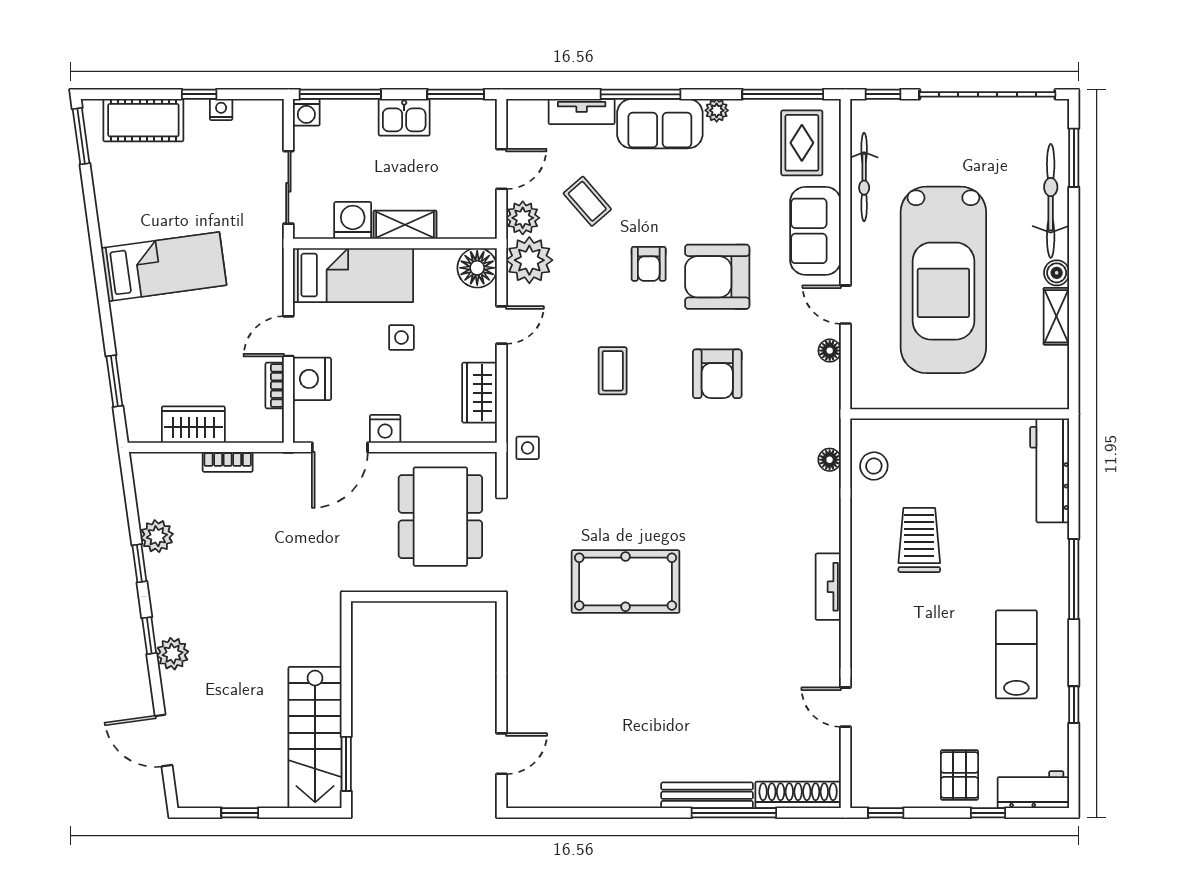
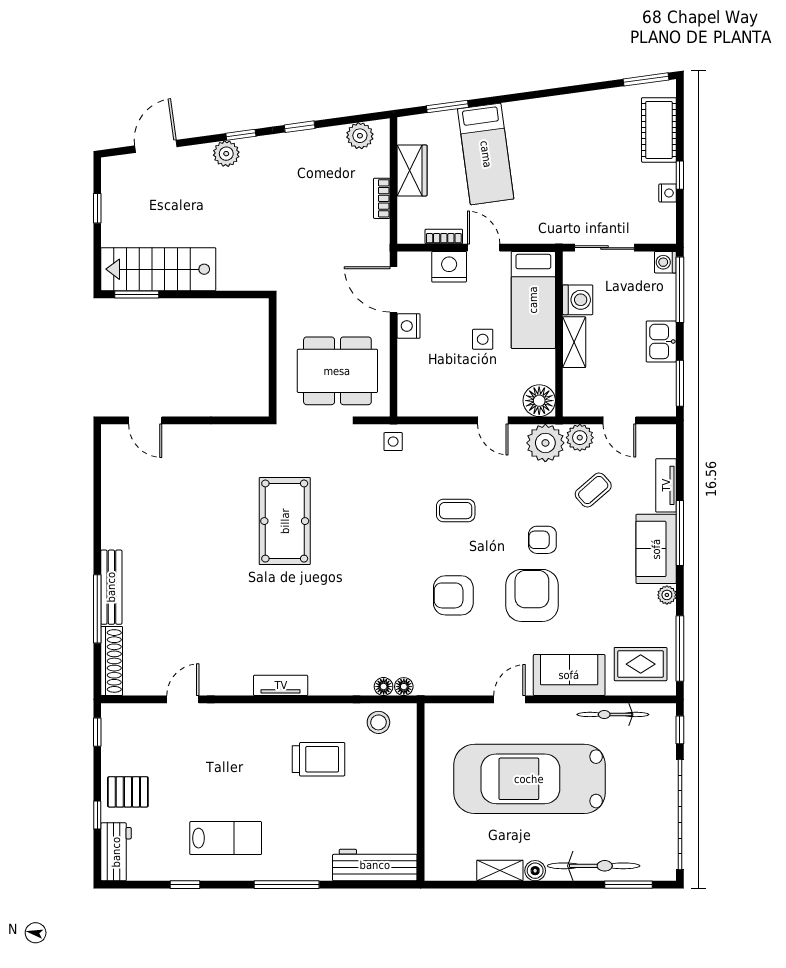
bed: (164, 267) -> (486, 154), moved
floor lamp: (830, 351) -> (404, 687), moved
wardrobe: (480, 393) -> (438, 403), removed
plant: (157, 536) -> (360, 136), moved

